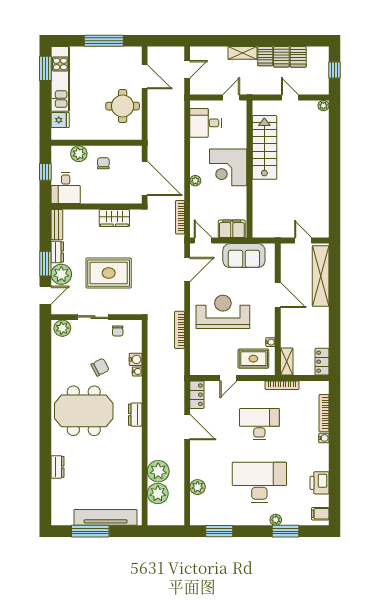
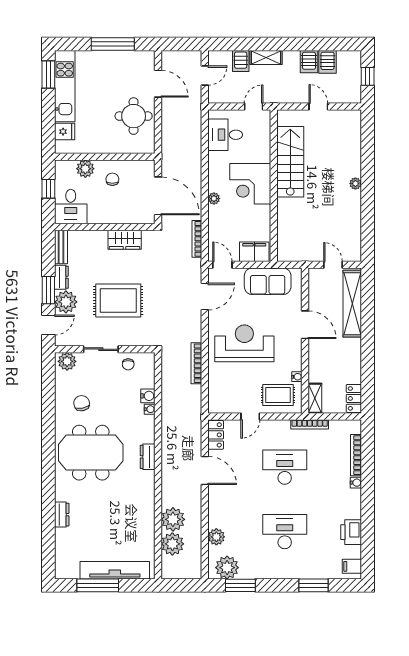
server rack: (265, 56) -> (241, 61), moved
plant: (323, 106) -> (355, 183), moved
chair: (100, 367) -> (82, 403), moved, turned -72
desk: (259, 482) -> (285, 532), width x0.73, depth x0.77
plant: (276, 520) -> (227, 568), moved, width x1.88, depth x1.88

